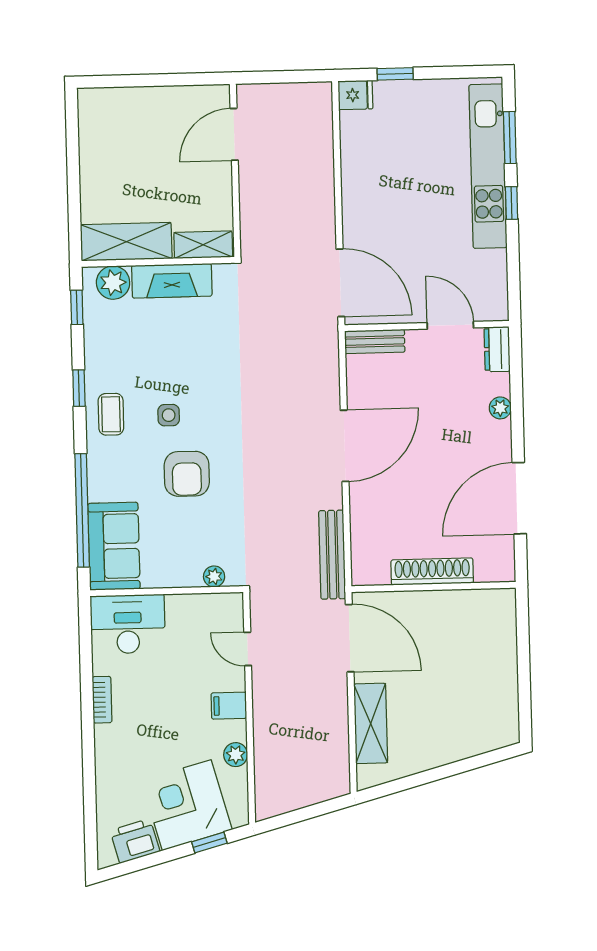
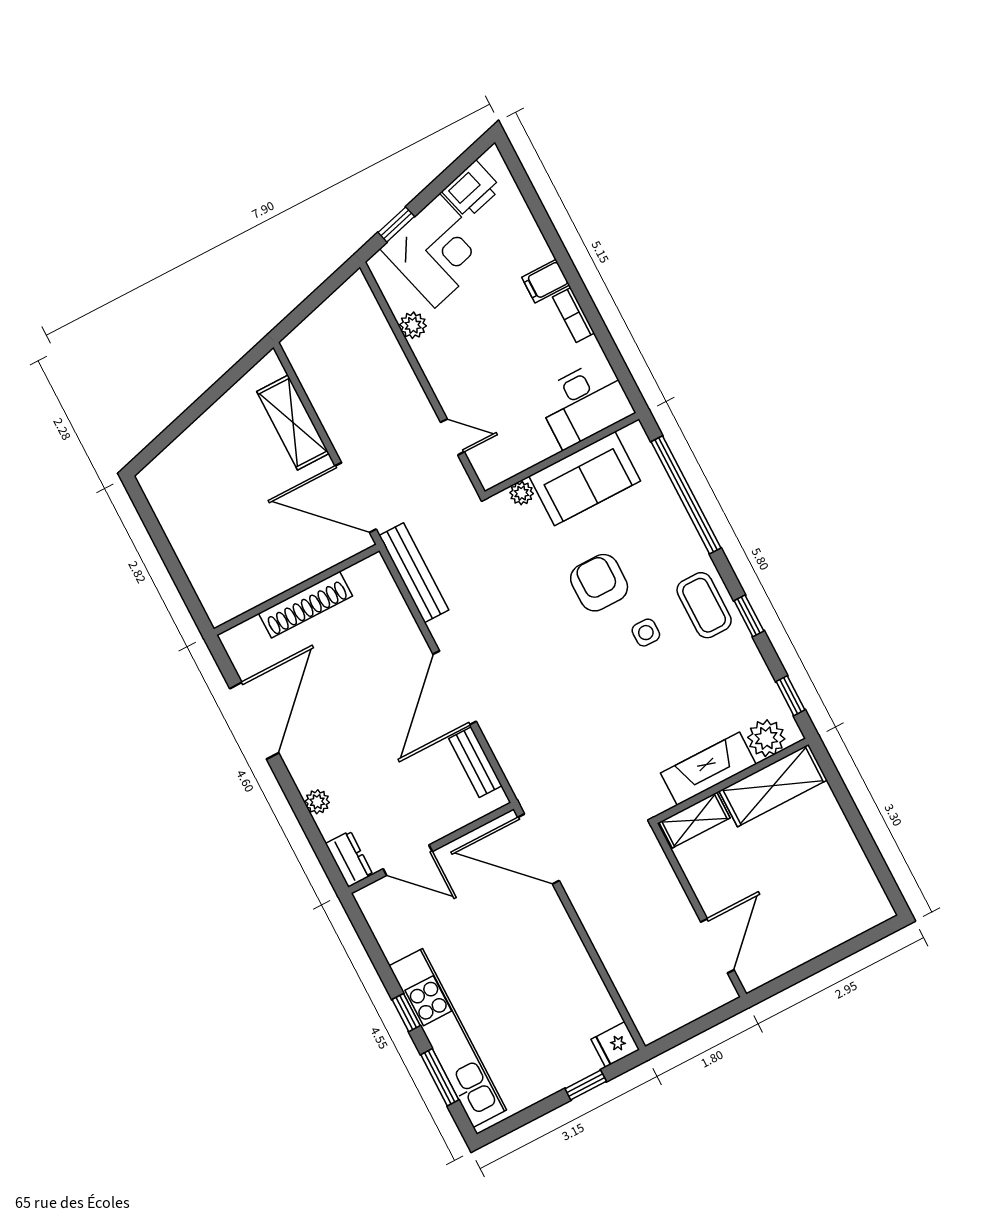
bench: (375, 342) -> (475, 762), moved, turned 90
coffee table: (111, 414) -> (704, 605), width x1.36, depth x1.30
sofa: (114, 546) -> (585, 479), moved, turned -90
filing cabinet: (229, 706) -> (546, 281), moved, turned 180

